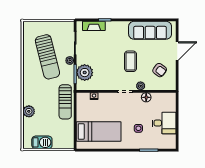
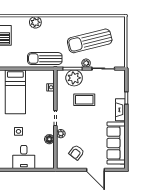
fireplace: (94, 26) -> (120, 110), moved
coffee table: (130, 61) -> (84, 100), moved

